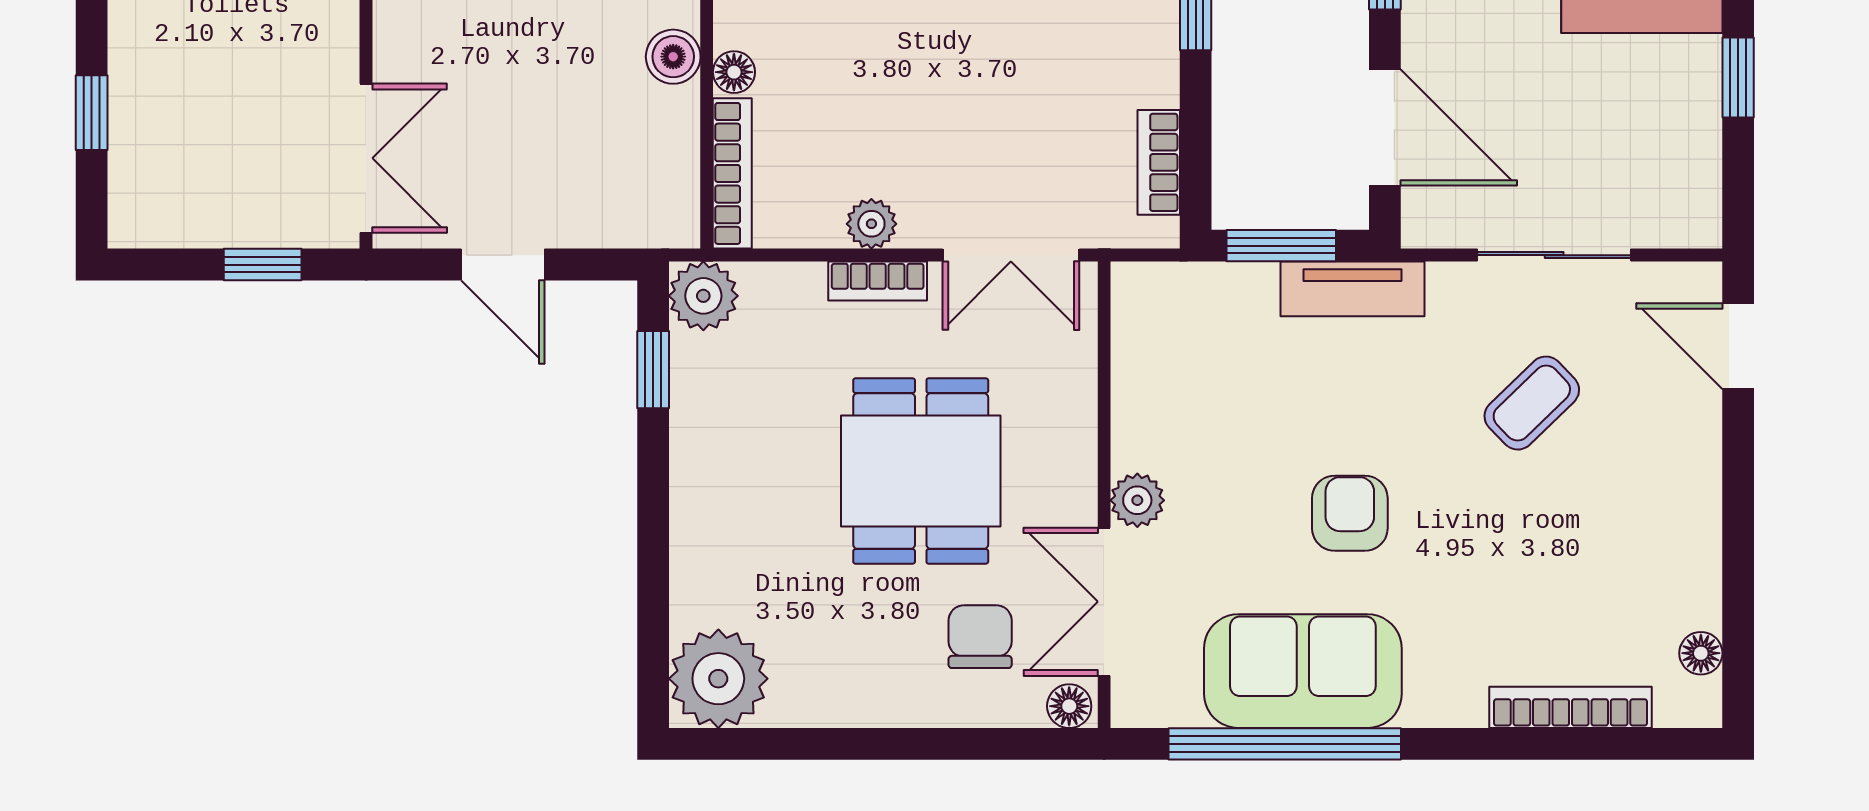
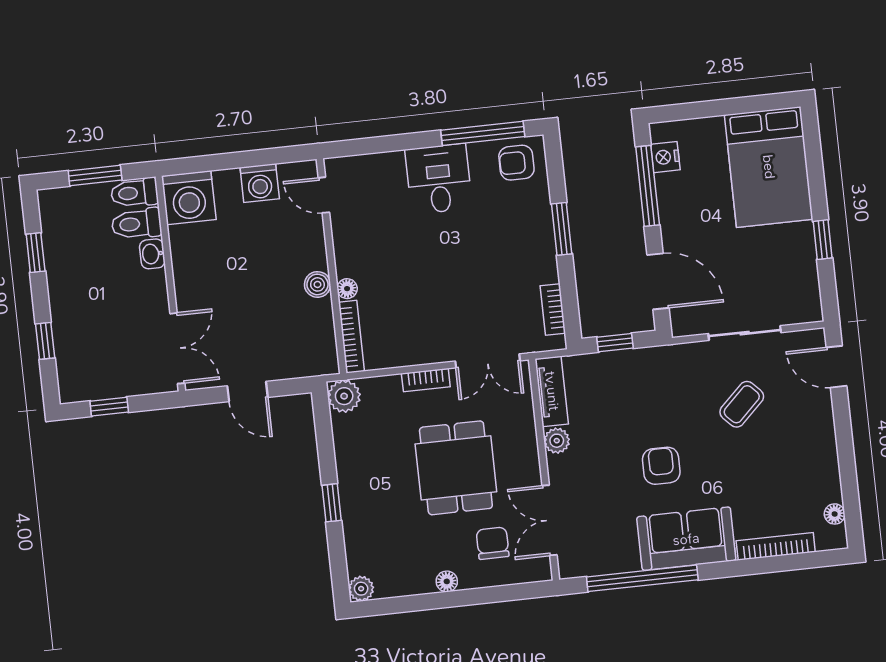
plant: (871, 224) -> (420, 353), removed
window: (1281, 246) -> (615, 343), width x0.67
window: (263, 265) -> (109, 407), moved
tv unit: (1353, 289) -> (552, 391), moved, turned -90
window: (653, 370) -> (332, 503), moved
plant: (1137, 500) -> (557, 441), moved
sofa: (1303, 671) -> (686, 539), moved
plant: (718, 679) -> (361, 589), width x0.53, depth x0.53
floor lamp: (1069, 706) -> (447, 581), moved

